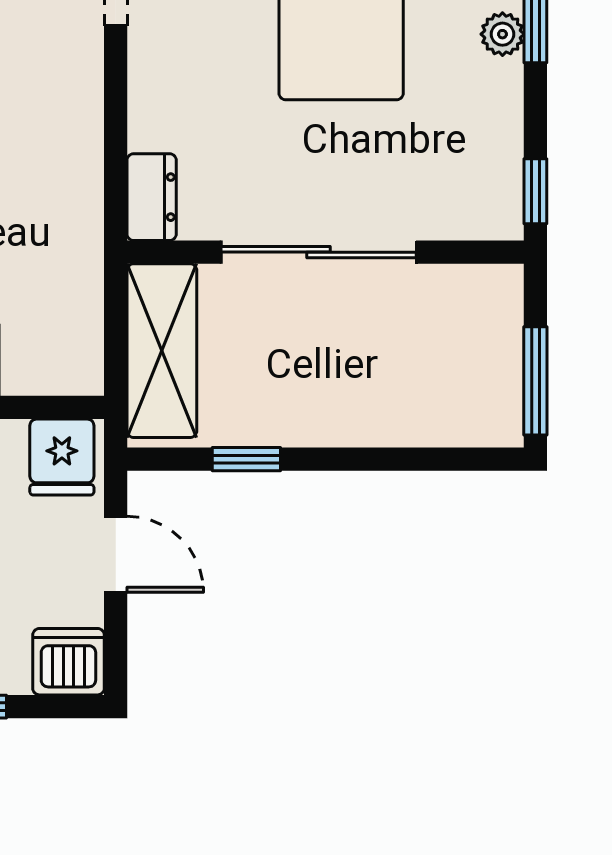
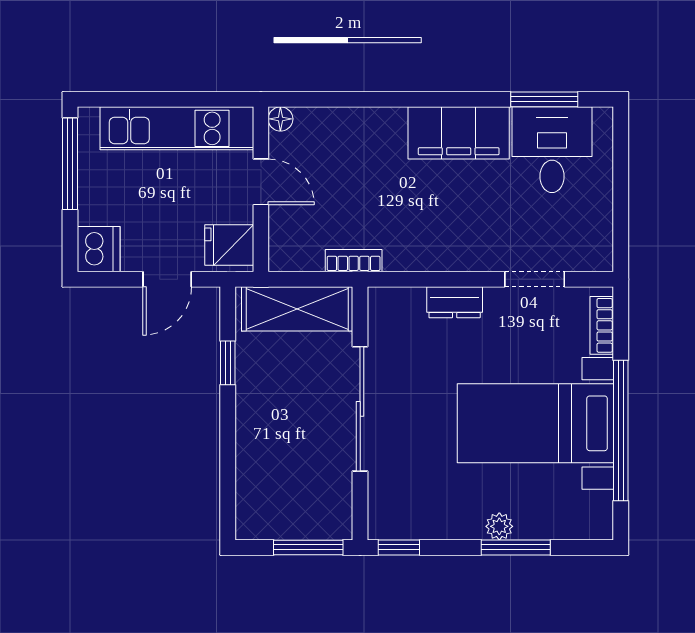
dresser: (152, 197) -> (455, 302), moved
bookcase: (86, 262) -> (354, 261), added
window: (535, 381) -> (308, 547), moved

